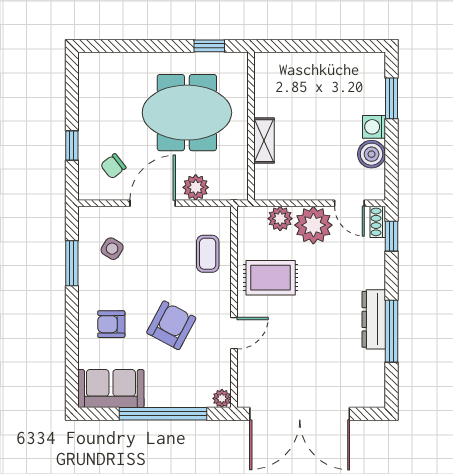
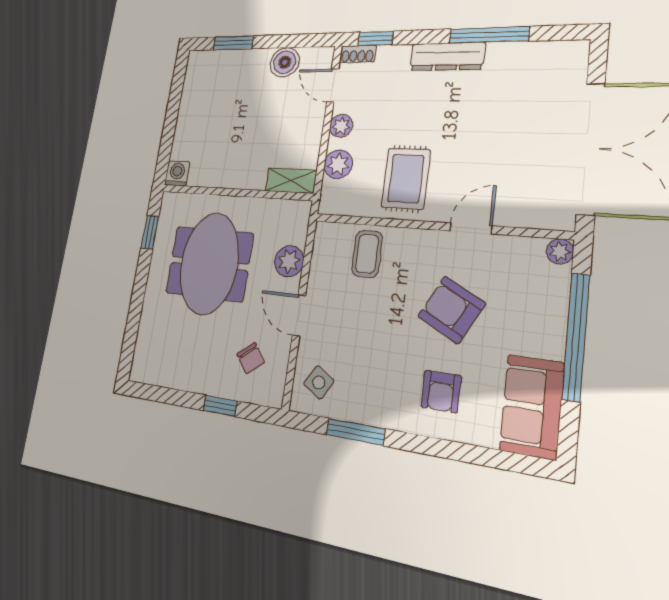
washing machine: (374, 127) -> (177, 174), moved, turned 180
shelving: (264, 141) -> (291, 181), moved
door: (153, 203) -> (299, 315), width x0.73
door: (349, 203) -> (333, 86), swing flipped
plant: (313, 225) -> (341, 126), width x0.53, depth x0.53
side table: (112, 249) -> (319, 382), moved
coffee table: (208, 254) -> (367, 254), turned 90
dresser: (374, 319) -> (447, 56), moved
door: (234, 333) -> (471, 228), hinge flipped

